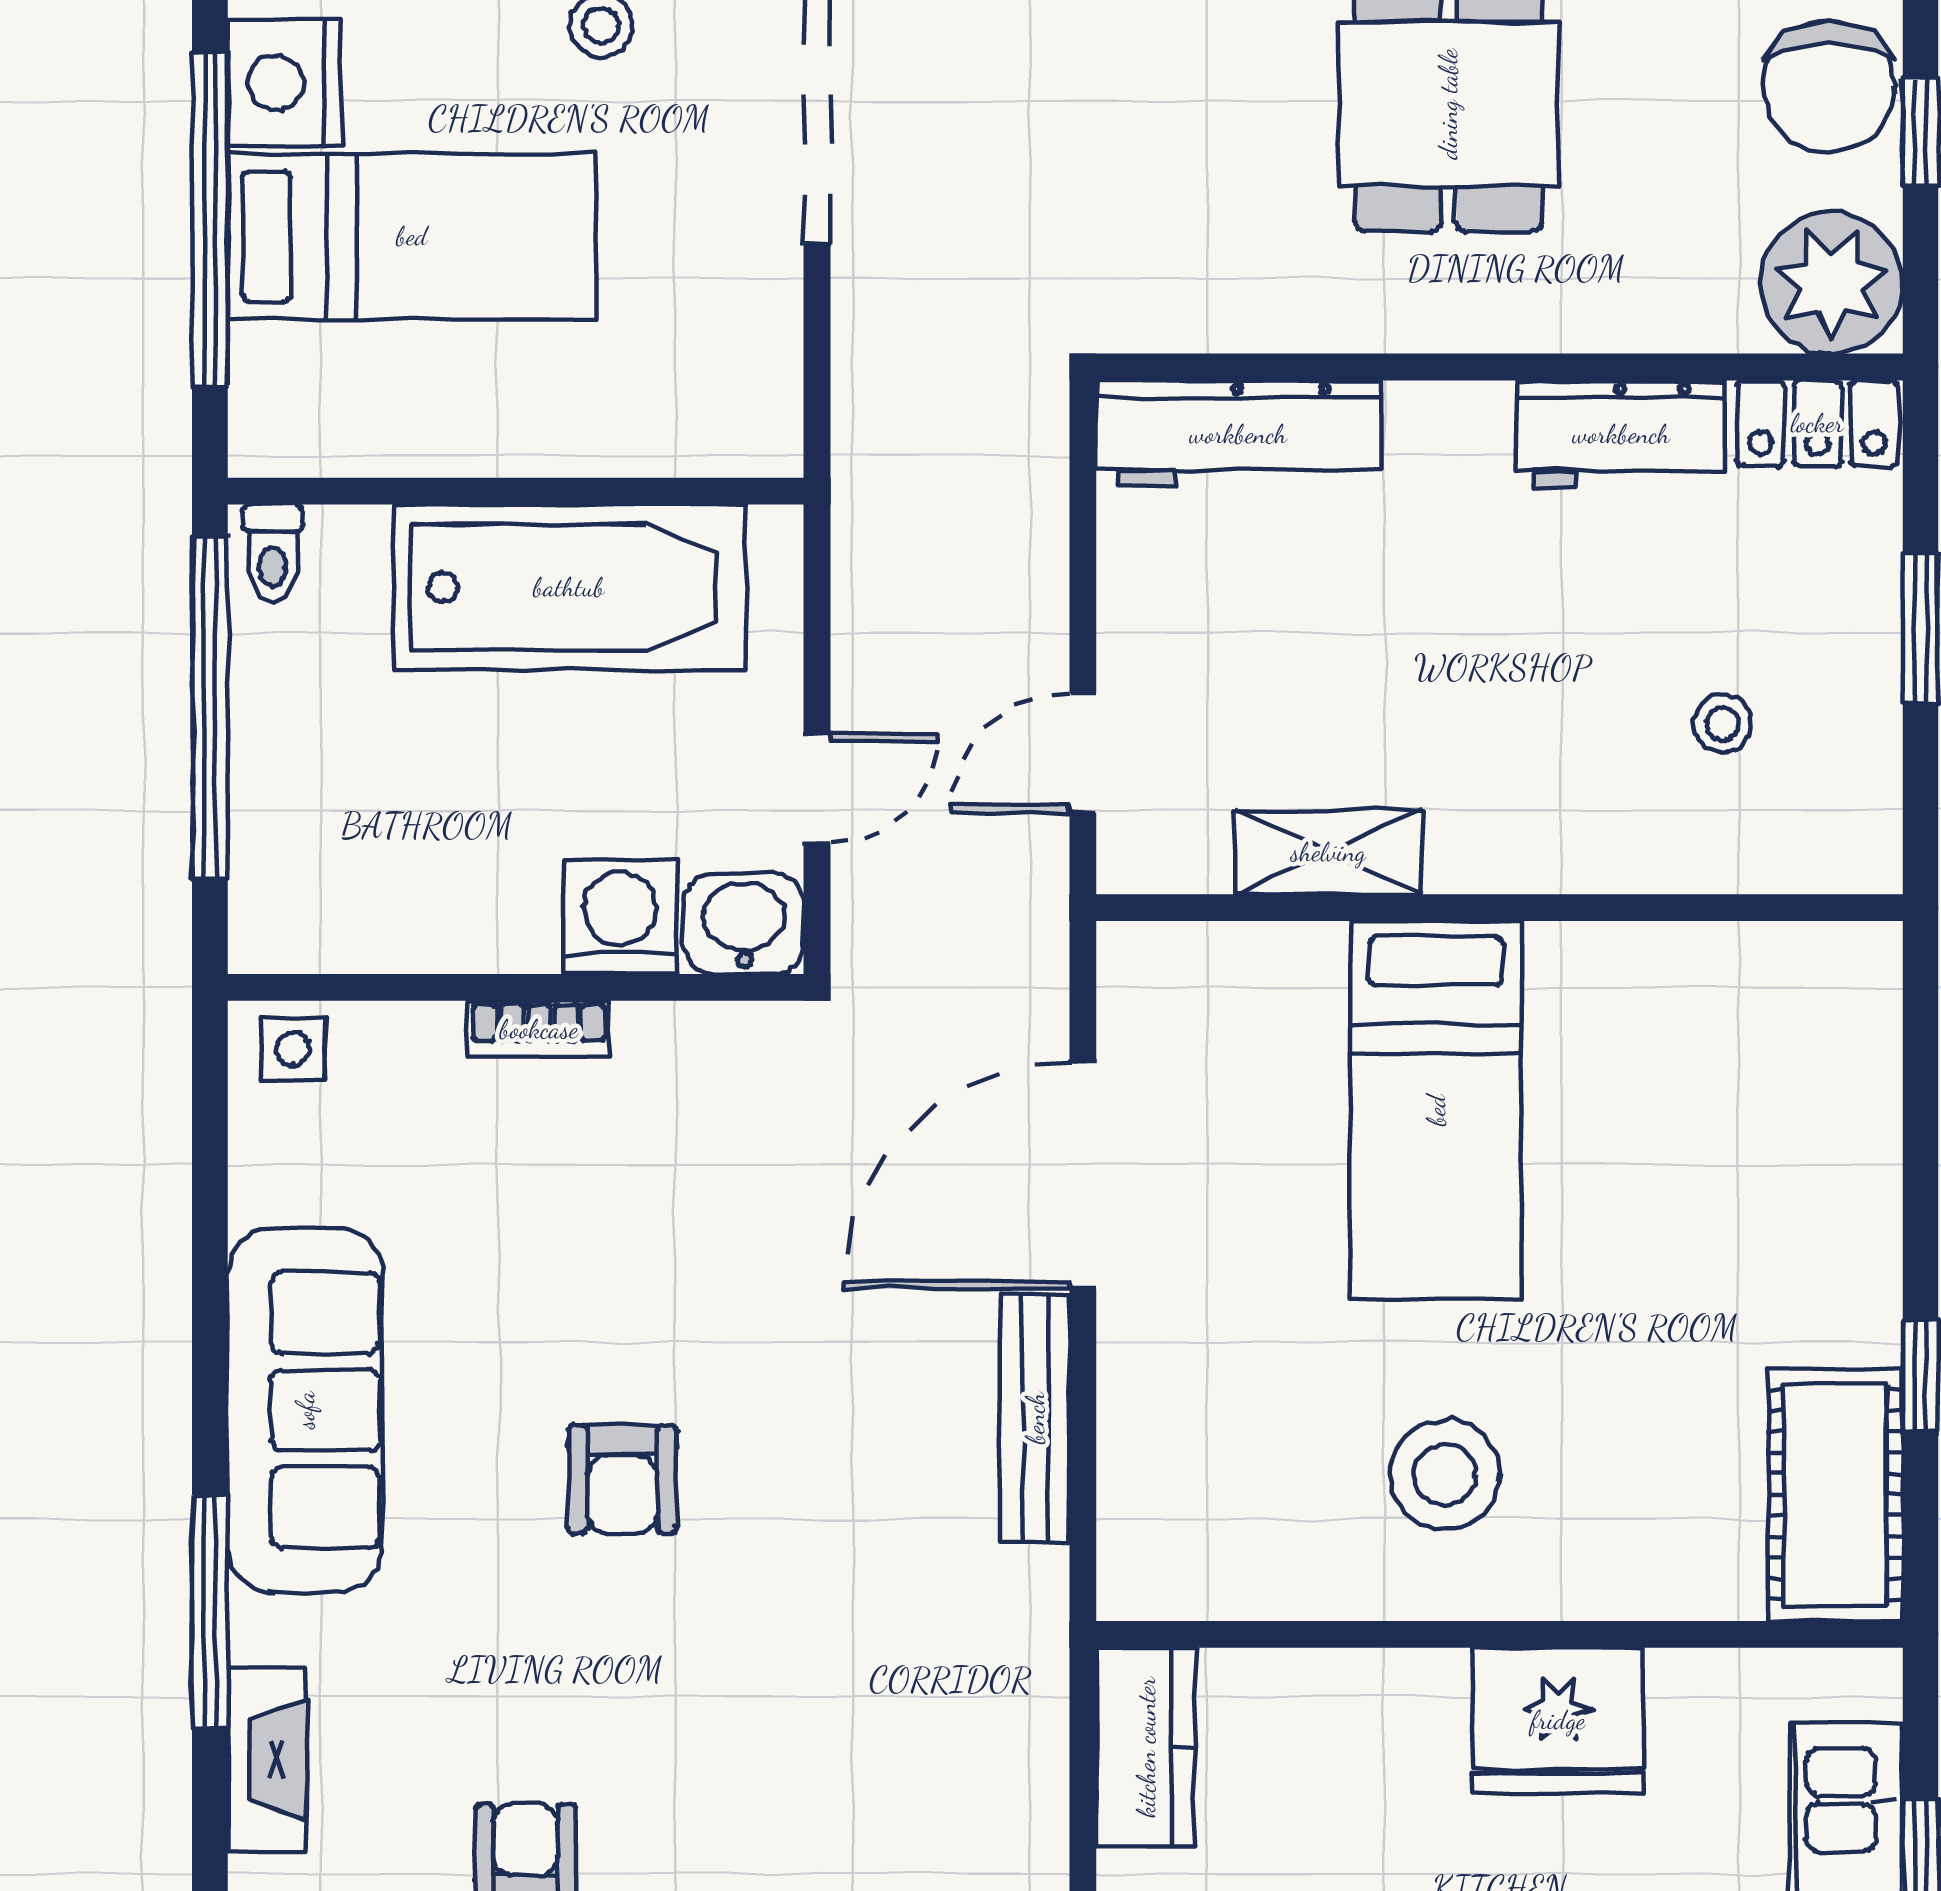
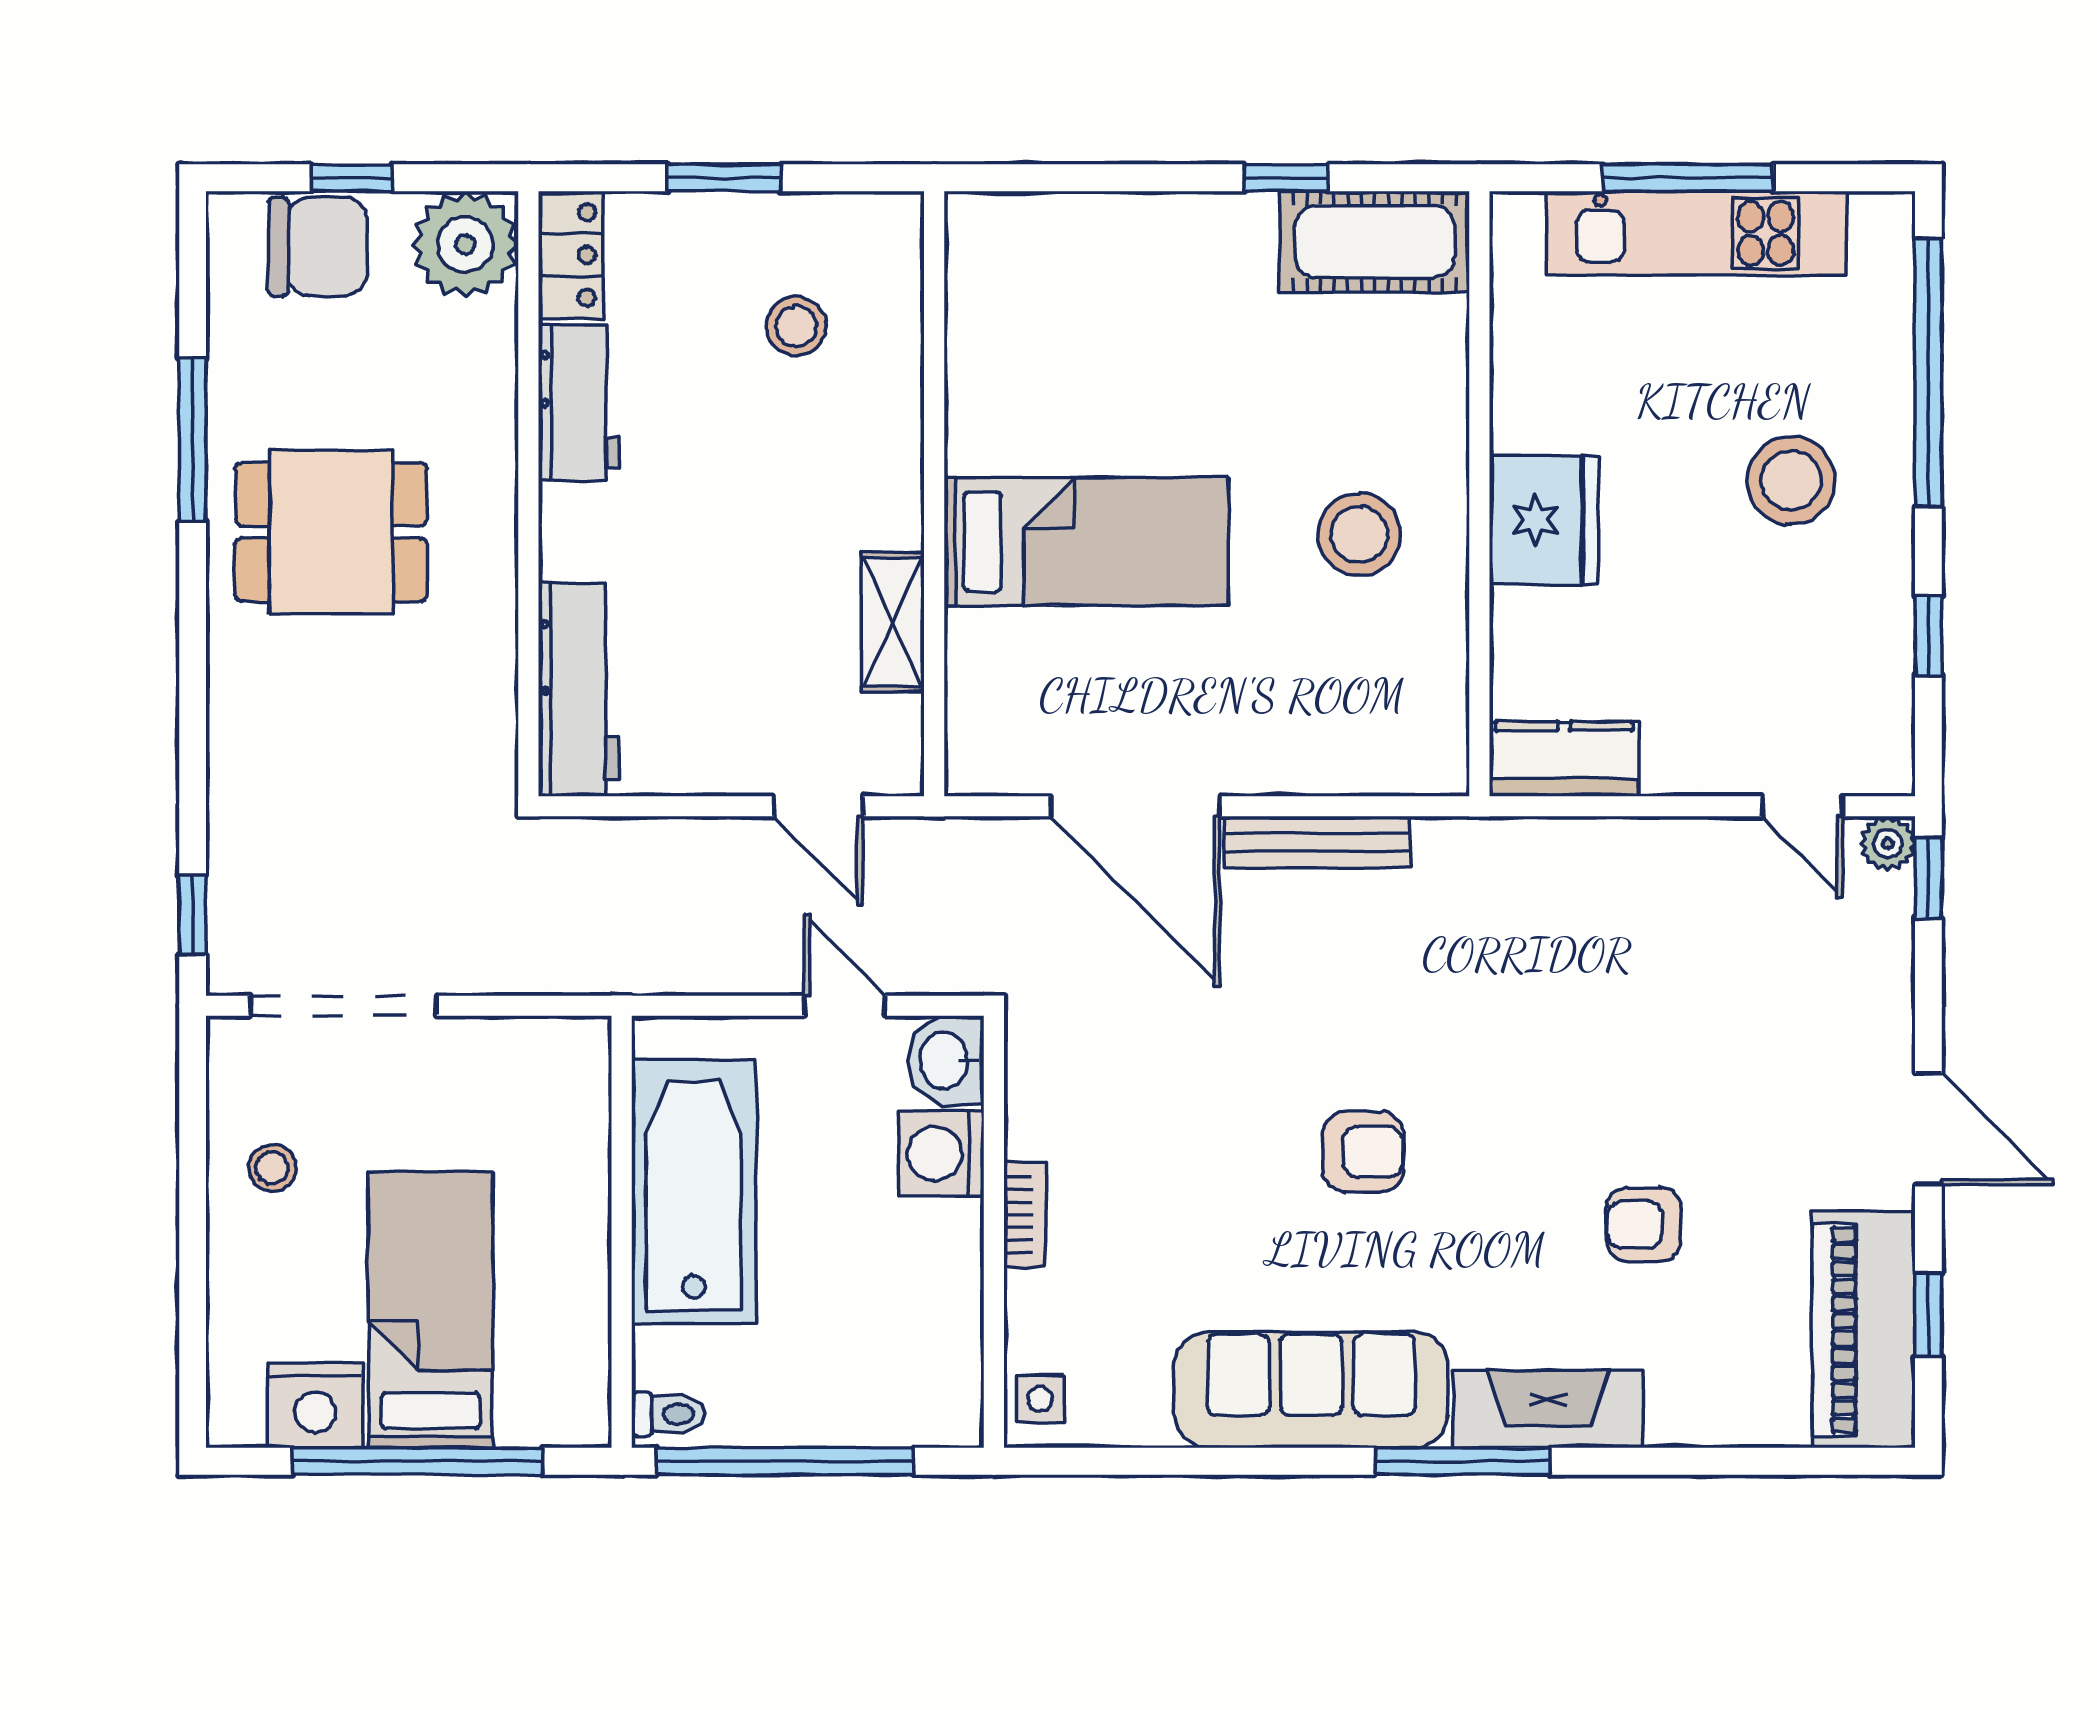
stool: (1723, 724) -> (796, 326), width x1.37, depth x1.37
fridge: (1558, 1720) -> (1544, 520), moved
fireplace: (267, 1760) -> (1548, 1409), width x1.37, depth x1.32

